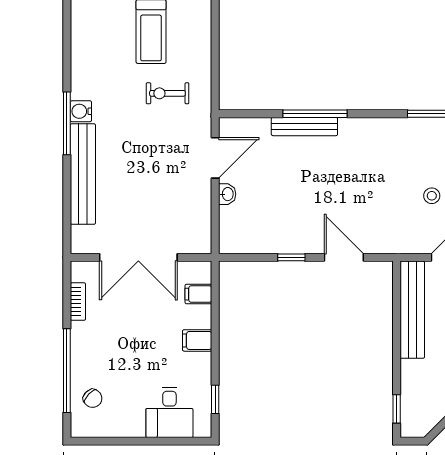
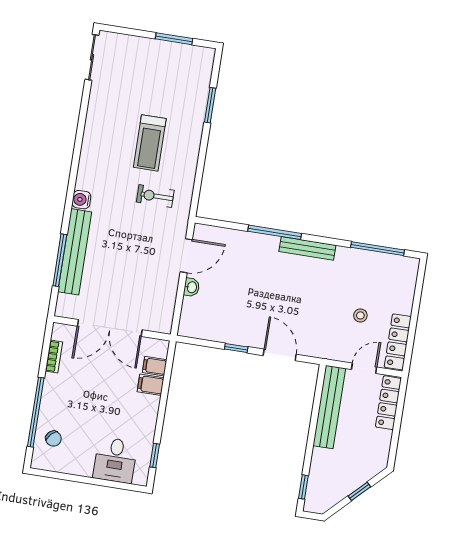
window: (67, 123) -> (60, 260), moved
bench: (304, 127) -> (307, 248), moved
filing cabinet: (197, 340) -> (151, 385), moved

